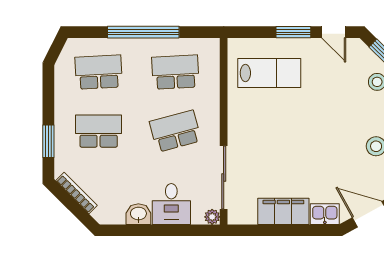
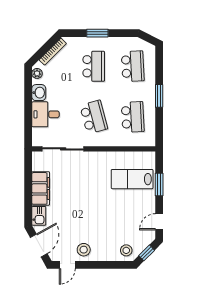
window: (143, 32) -> (159, 96), width x0.47
window: (293, 32) -> (159, 184), moved
lab bench: (269, 73) -> (132, 179), turned 90
window: (48, 141) -> (97, 33), moved
plant: (212, 217) -> (37, 73), moved

